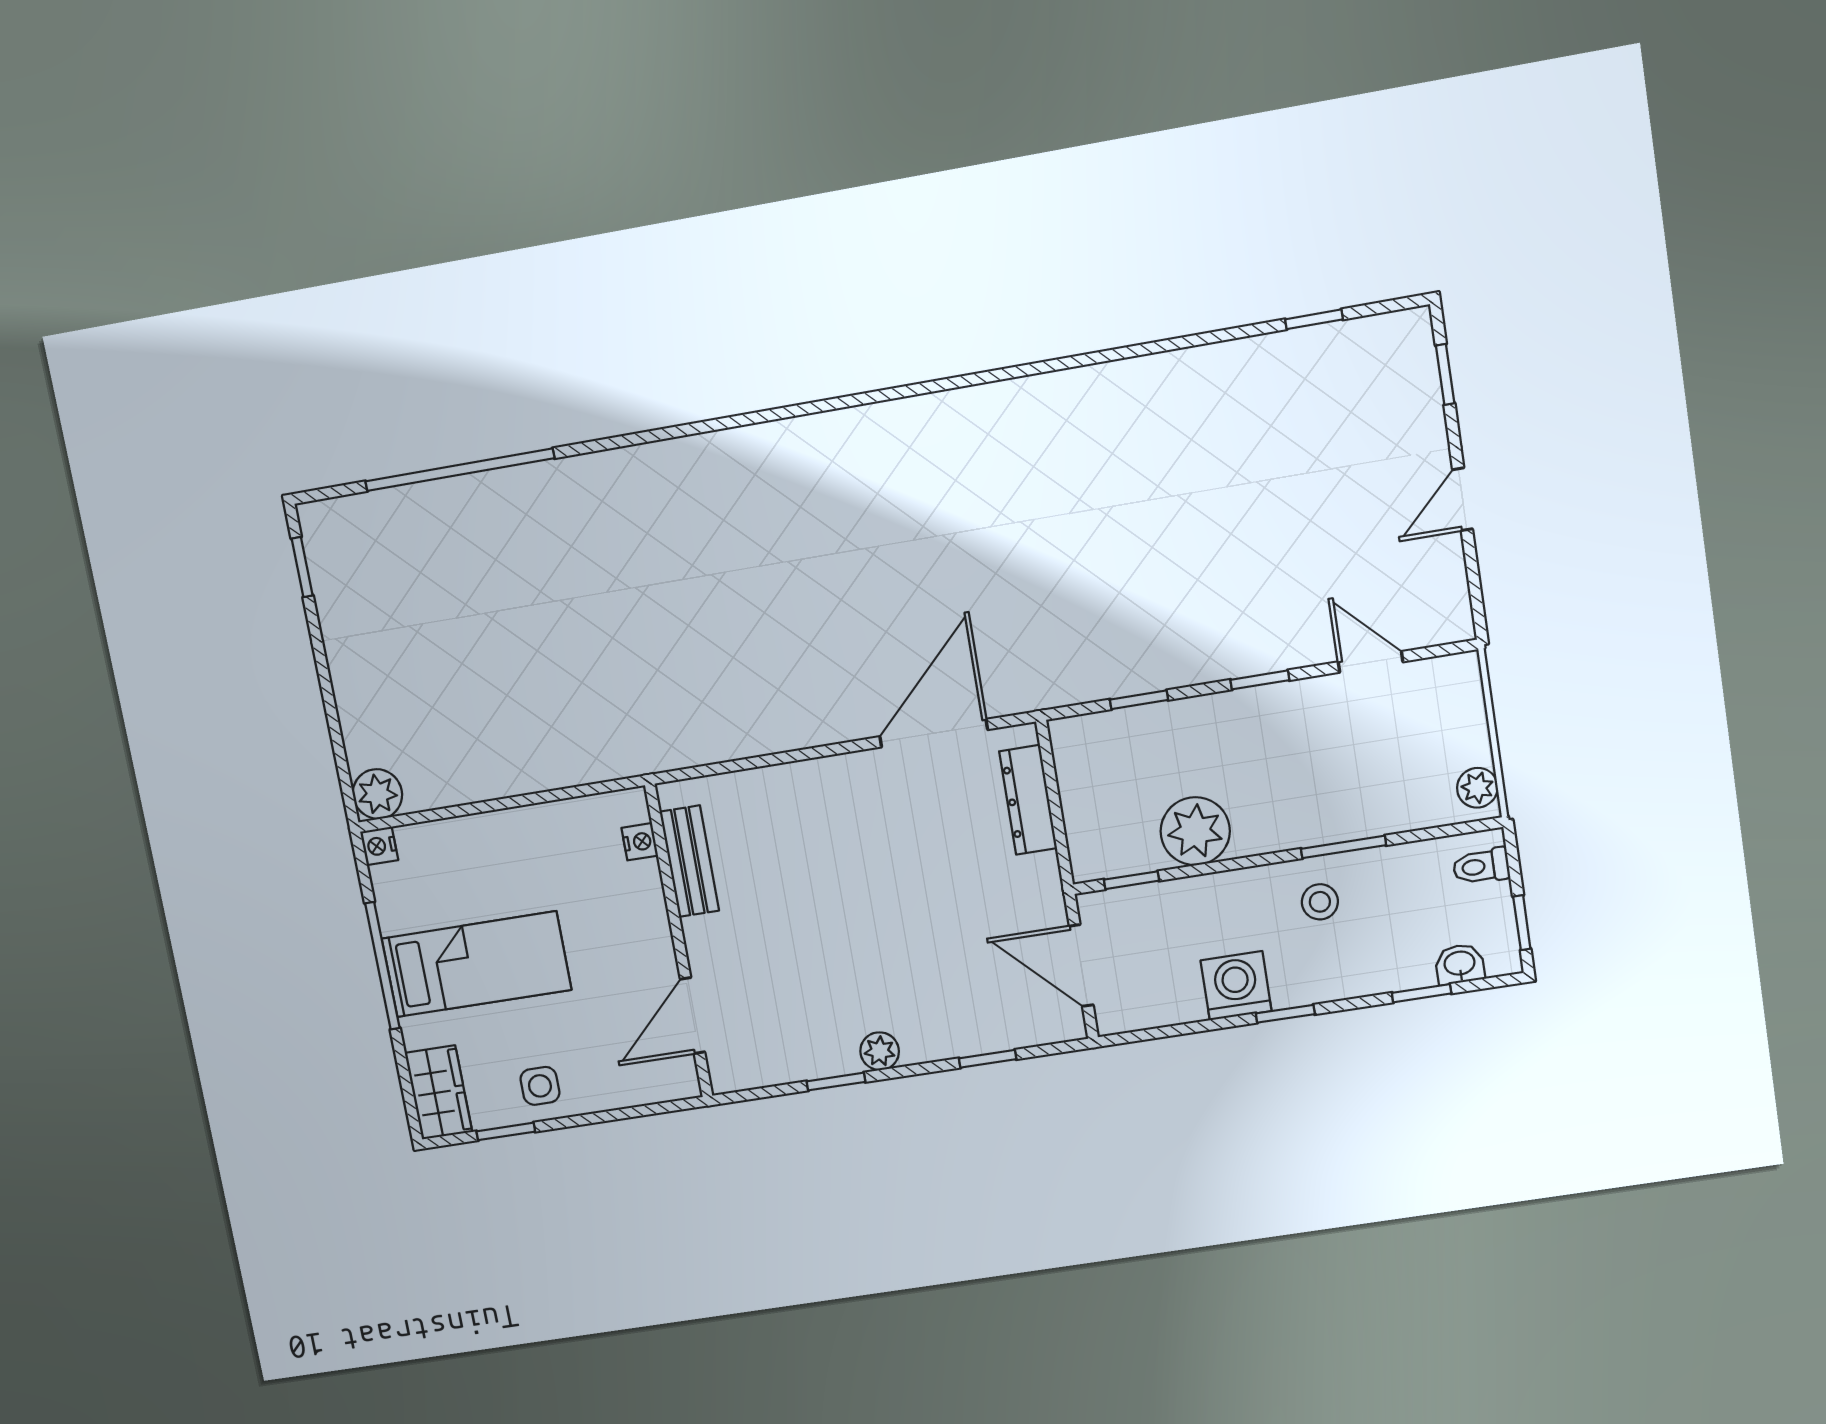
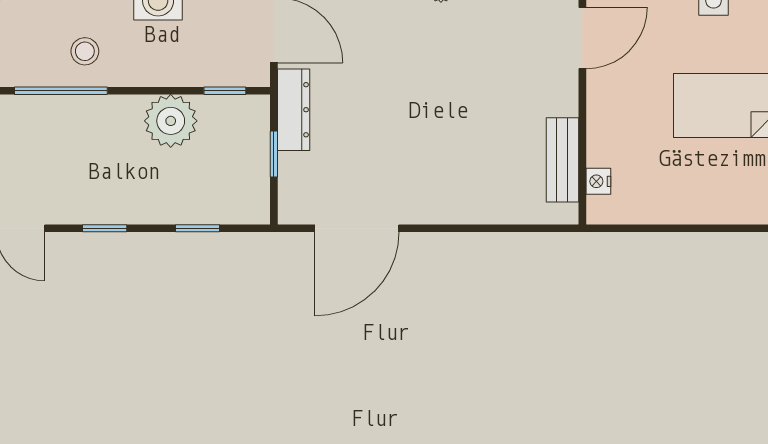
dresser: (1028, 800) -> (294, 110), moved
window: (1056, 810) -> (274, 154), added
window: (1344, 847) -> (61, 91), width x1.44

